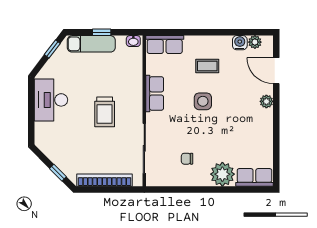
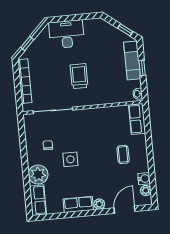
row of seats: (155, 93) -> (78, 204), moved, turned 180
desk: (51, 100) -> (67, 34), moved
side table: (203, 101) -> (70, 159), moved
trolley: (105, 112) -> (79, 76), turned 90

